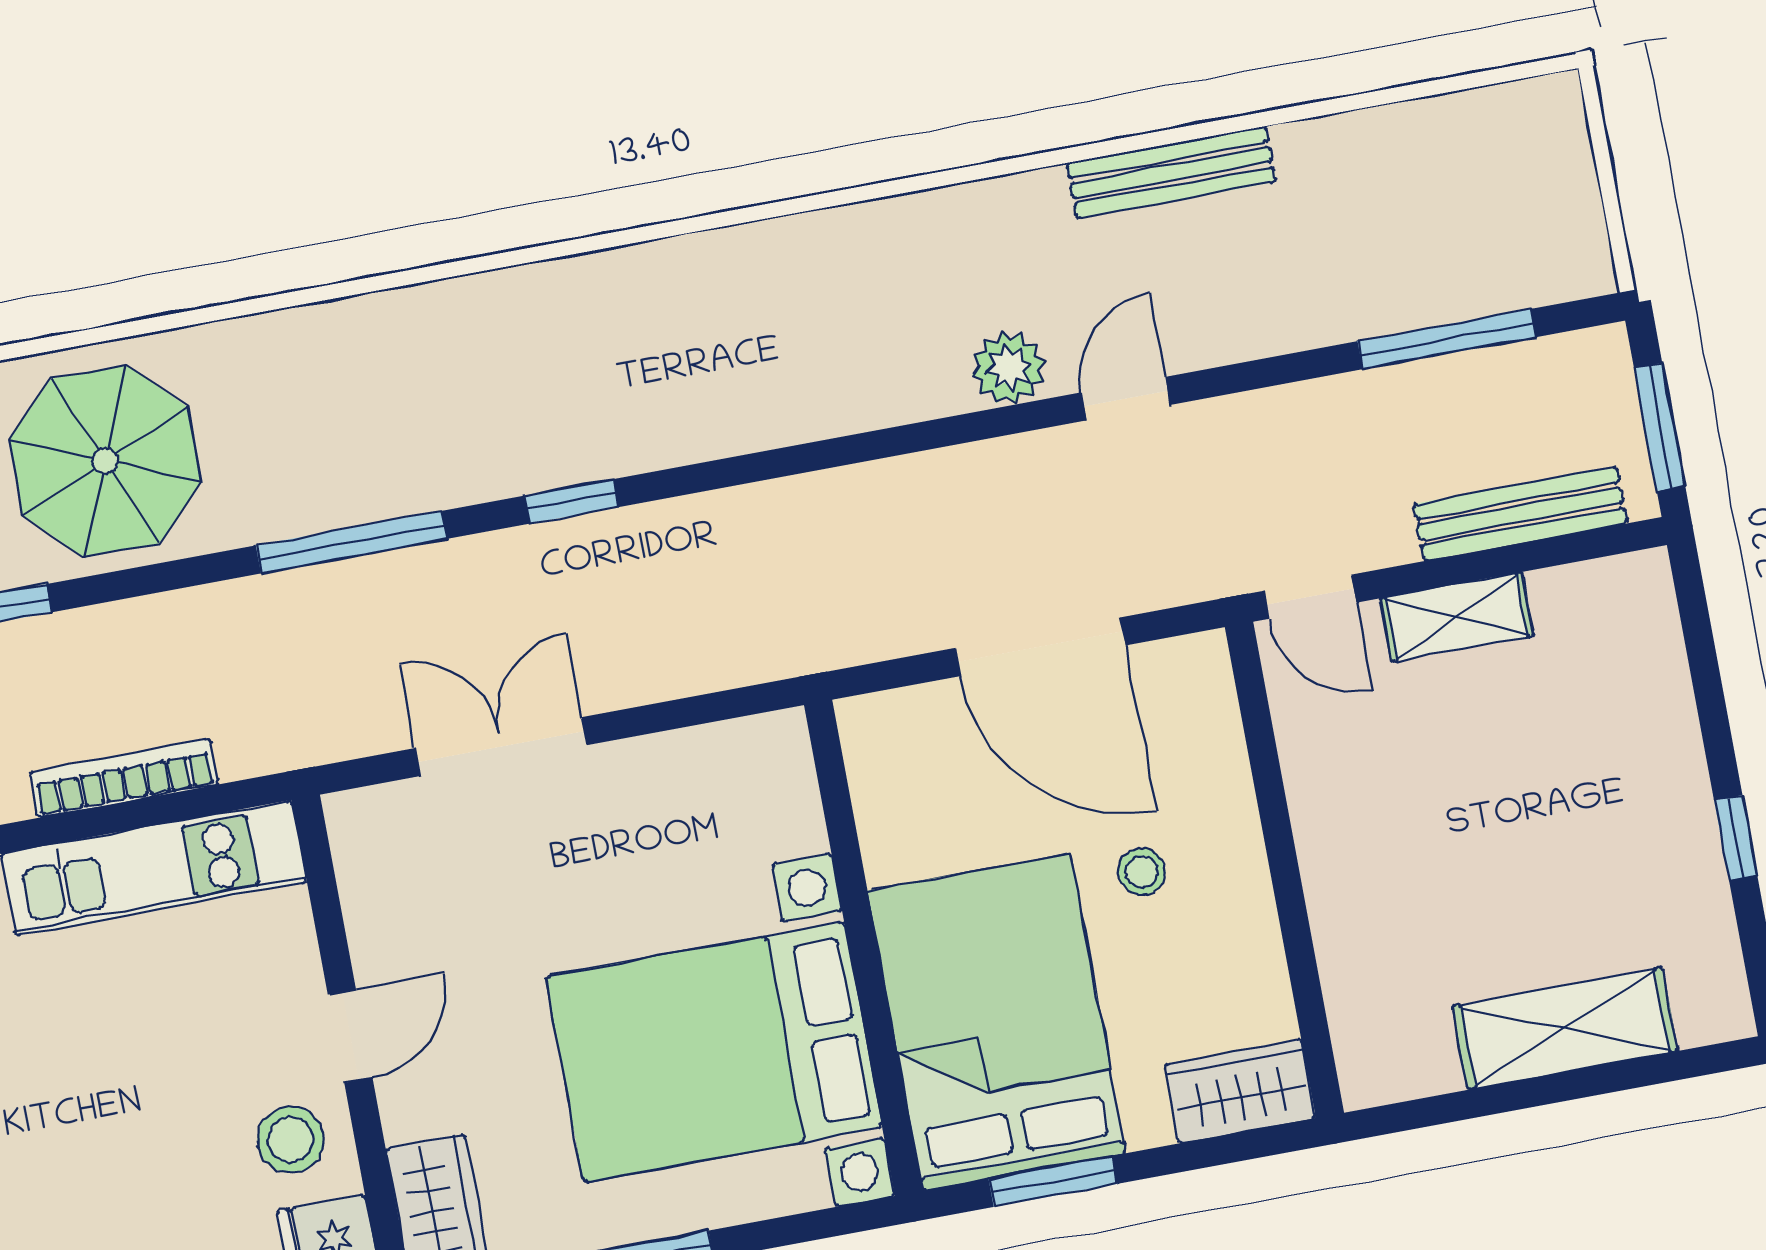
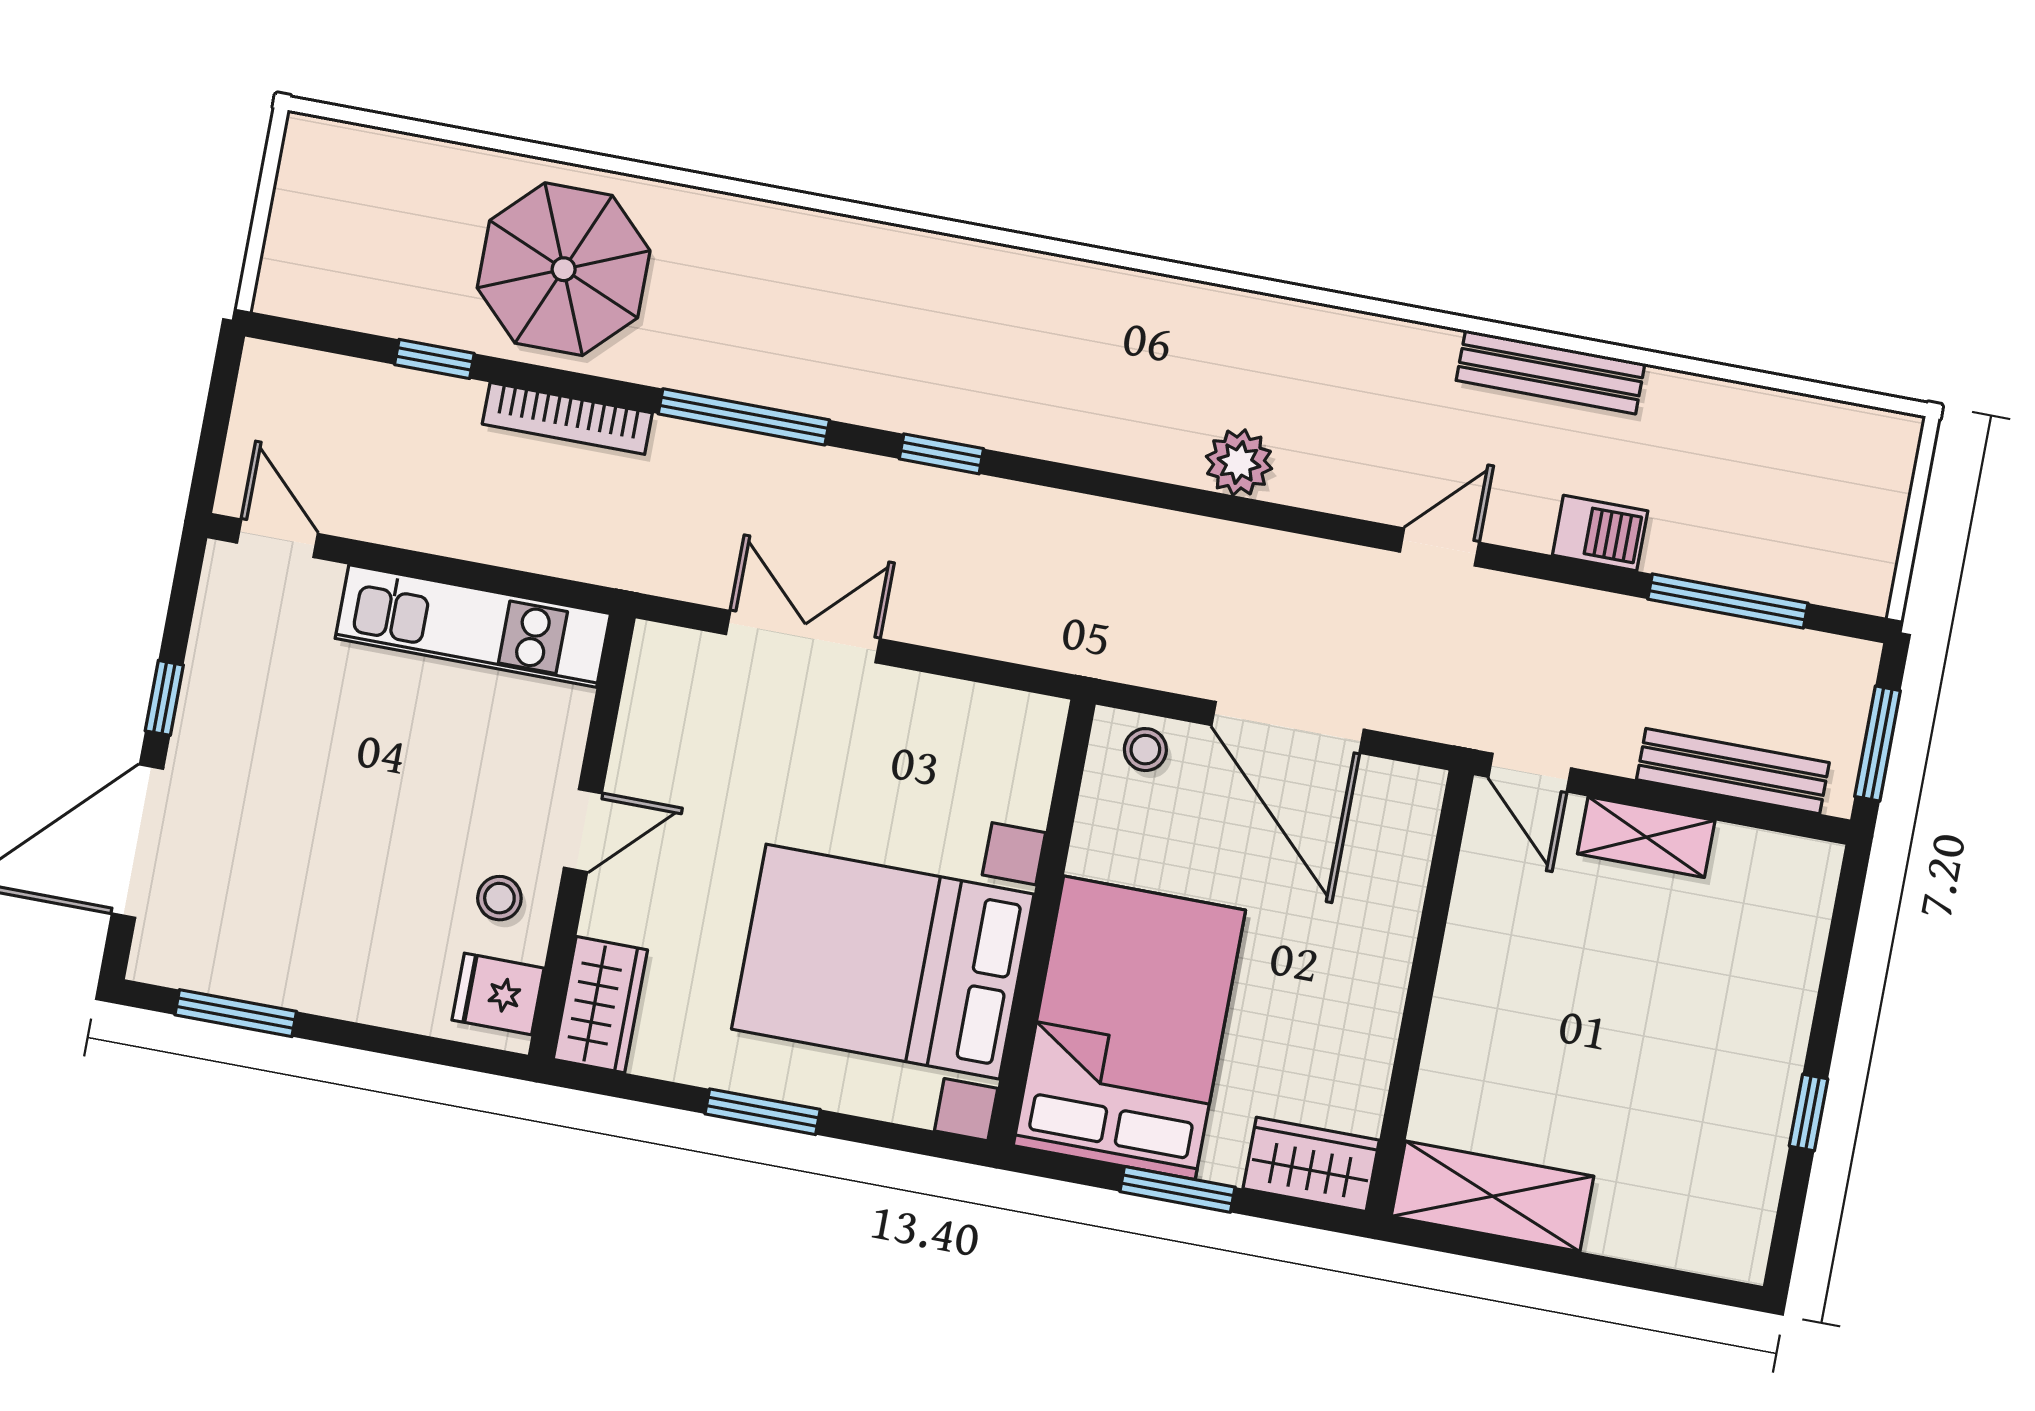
barbecue: (1287, 320) -> (1600, 533), added
plant: (1009, 368) -> (1239, 462), moved
bookcase: (124, 778) -> (567, 418), moved, turned 180
stool: (1142, 872) -> (1145, 750), moved
shelving: (1565, 1028) -> (1493, 1196), moved
stool: (290, 1140) -> (499, 898), width x0.73, depth x0.73
window: (1053, 1181) -> (1177, 1189), moved

